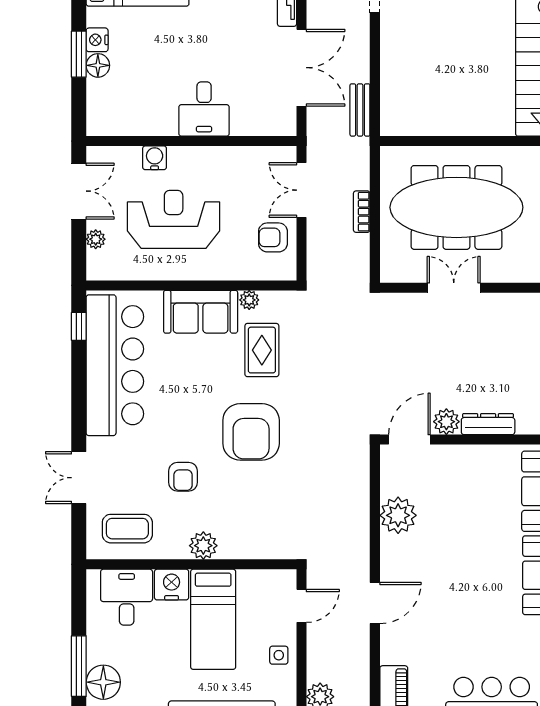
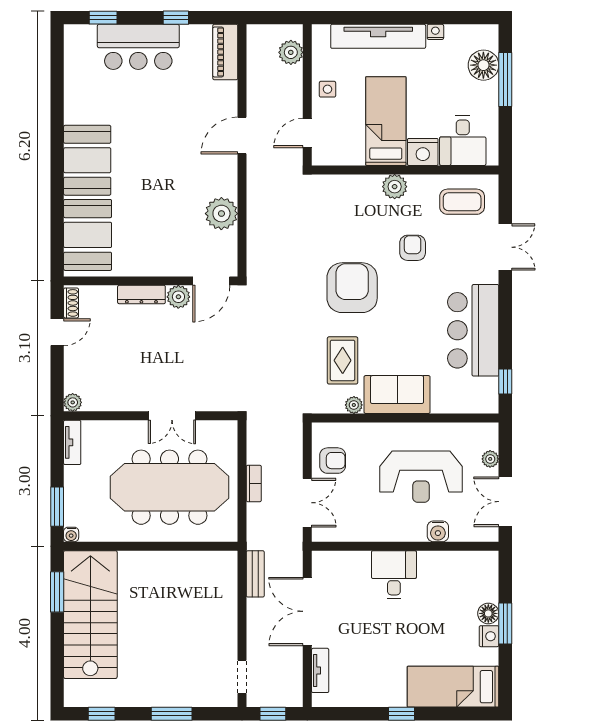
bar counter: (115, 365) -> (473, 330), width x0.73

